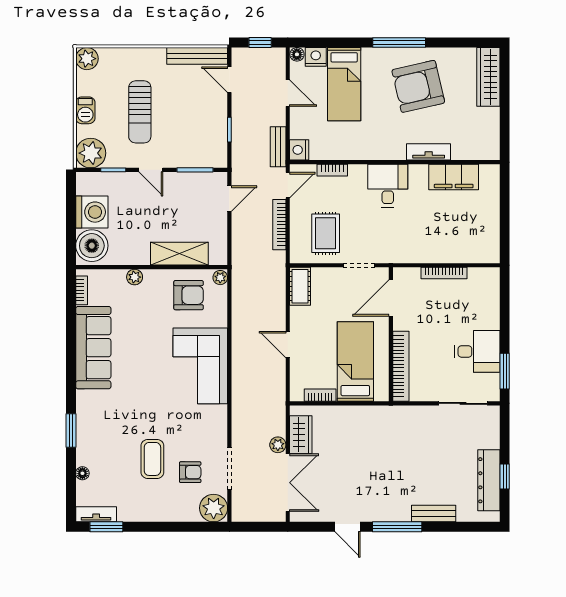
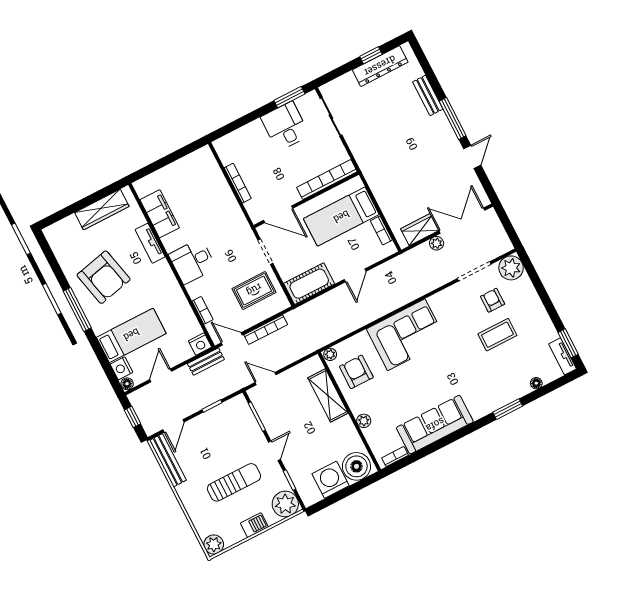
wardrobe: (488, 77) -> (102, 210), moved
cot: (300, 286) -> (309, 284), width x1.37, depth x1.34

